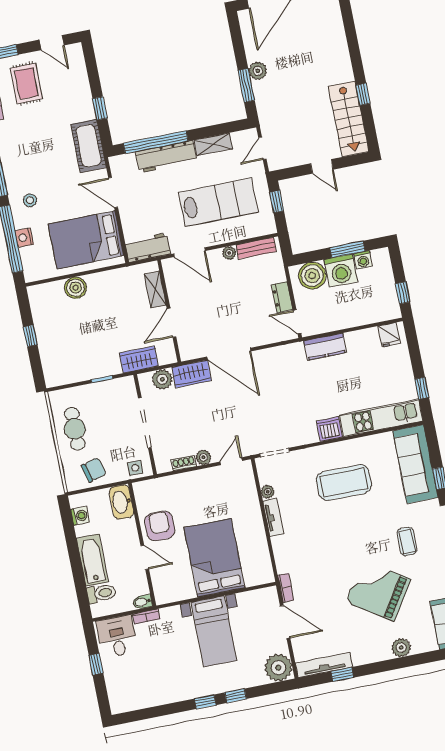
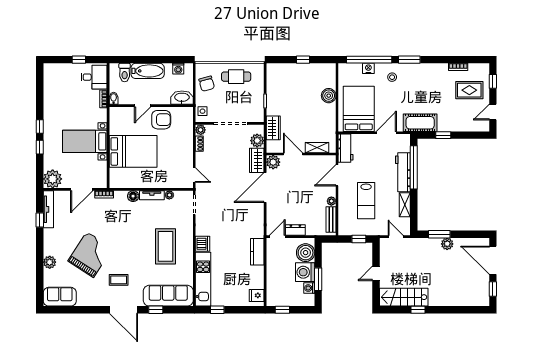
lab bench: (218, 202) -> (366, 201), width x0.73, depth x0.72
plant: (189, 350) -> (273, 162), added
plant: (203, 457) -> (201, 130), moved
floor lamp: (280, 545) -> (133, 196), added

